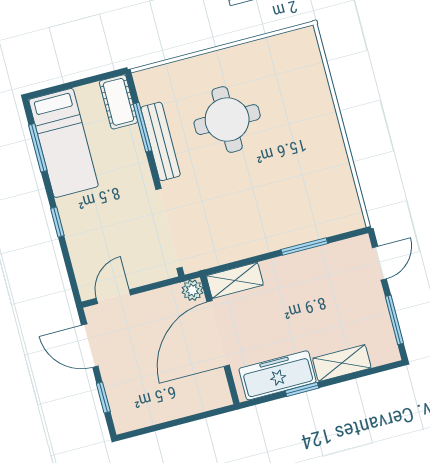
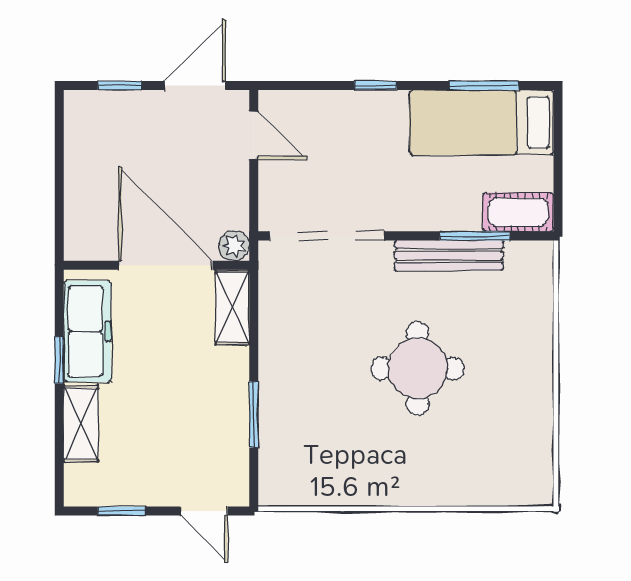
round table: (227, 120) -> (418, 368), moved
window: (394, 320) -> (121, 511), width x0.67

